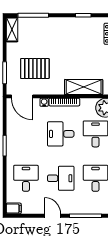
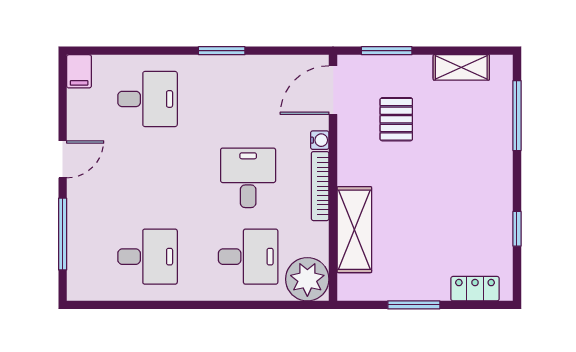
shelving: (12, 29) -> (461, 67), moved
pallet: (35, 69) -> (396, 119), width x0.67, depth x0.71
desk: (61, 178) -> (148, 178), removed

